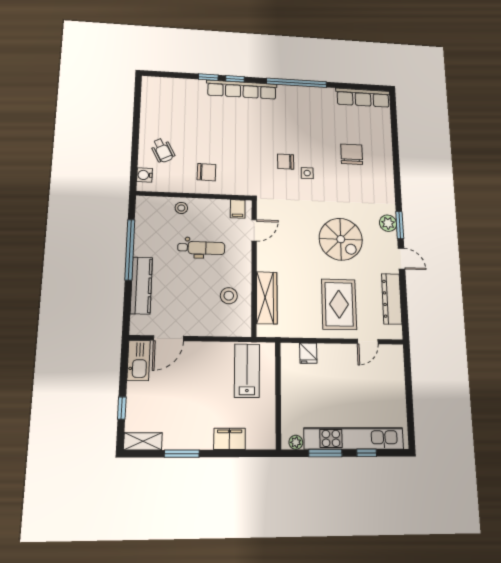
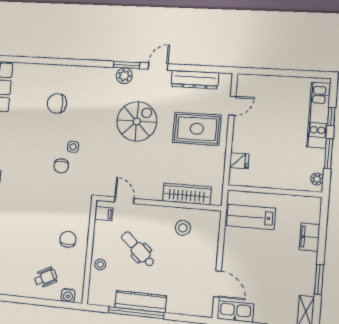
dental chair: (201, 248) -> (138, 249), turned -48
kitchen counter: (141, 285) -> (141, 302), moved
door: (368, 341) -> (232, 106), hinge flipped
kitchen unit: (354, 438) -> (319, 115), width x0.73

